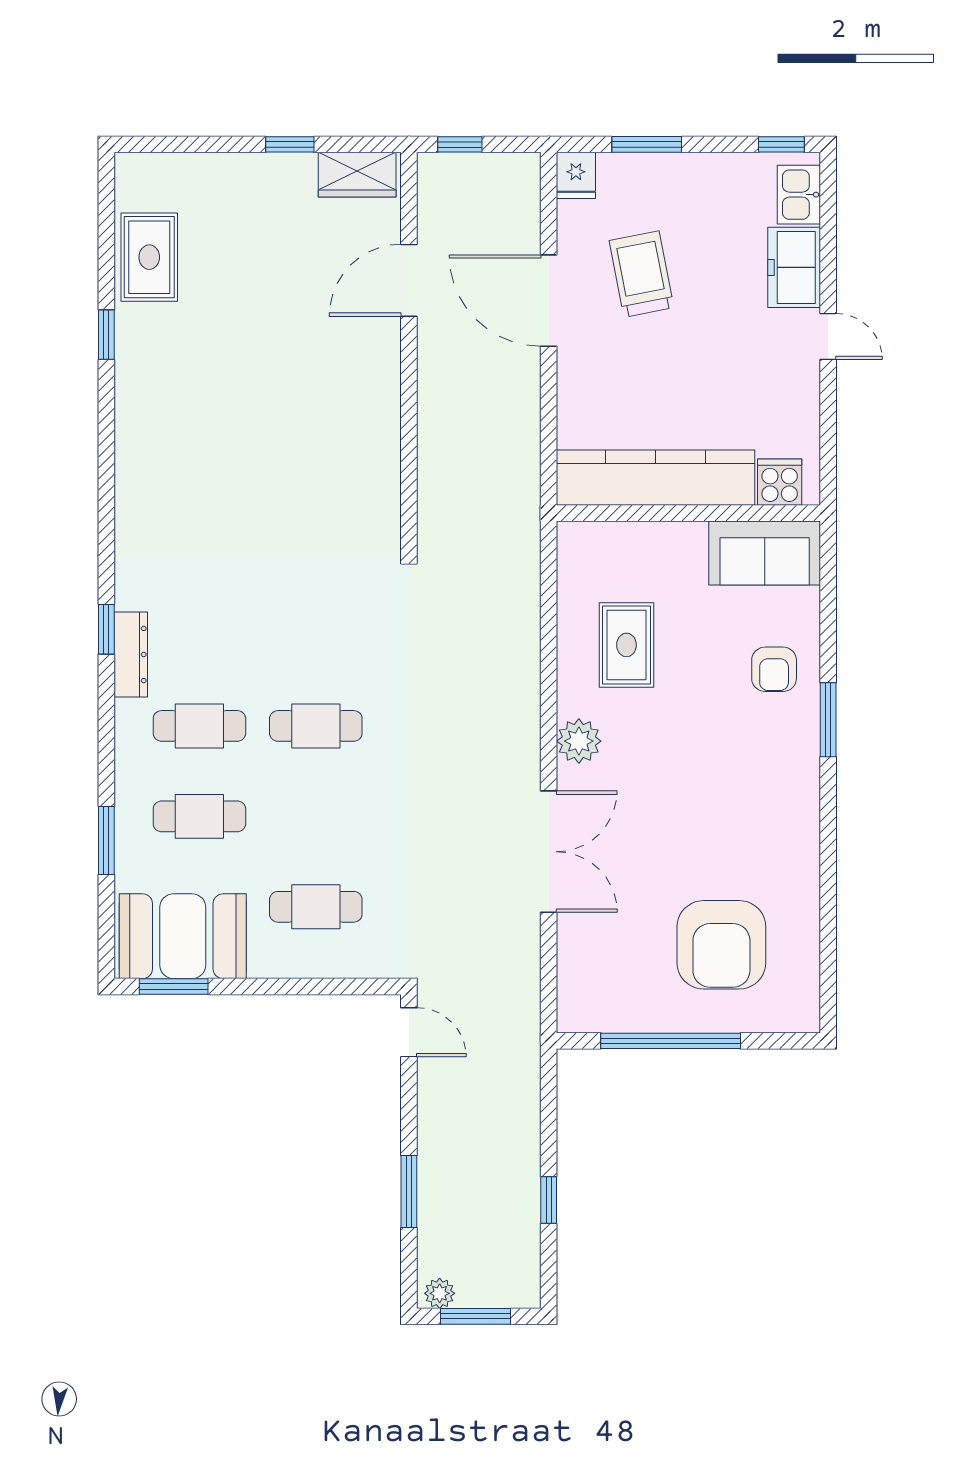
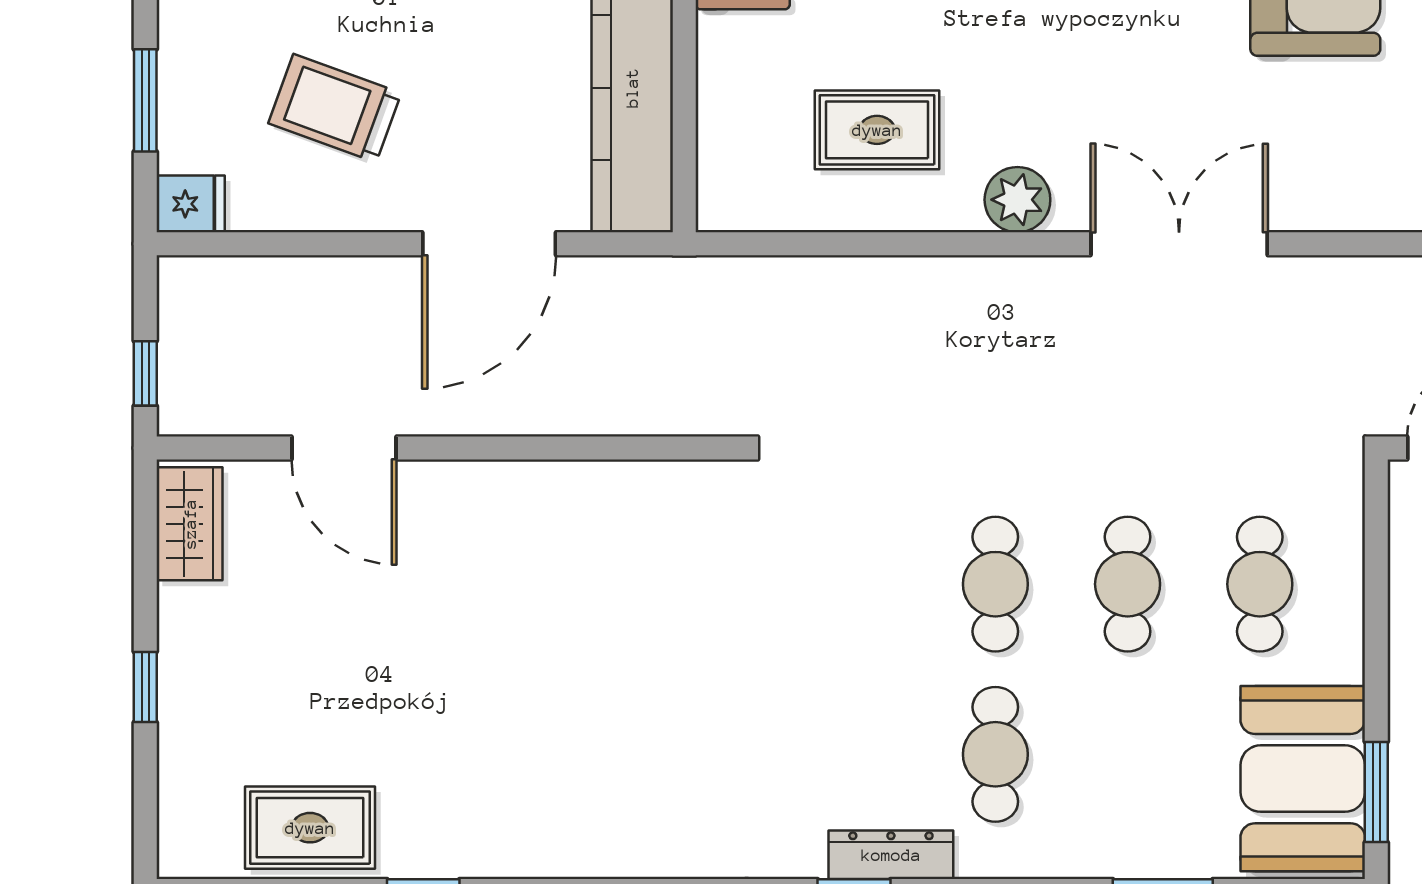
window: (290, 144) -> (145, 687), moved
trolley: (641, 274) -> (335, 108), turned 31
door: (549, 301) -> (489, 244), moved
cafe table: (199, 816) -> (1128, 584), moved

